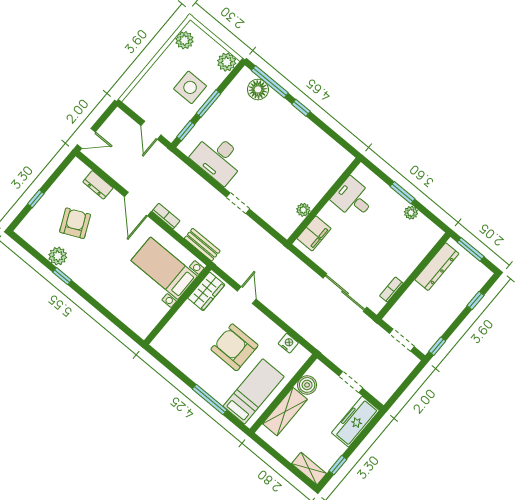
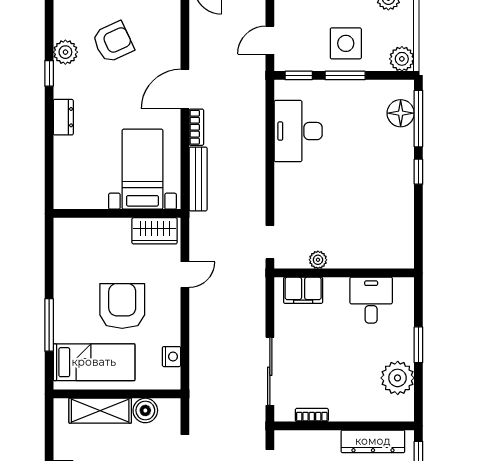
dresser: (98, 185) -> (63, 117), moved, turned 180
doorway: (238, 203) -> (270, 242), moved
plant: (411, 213) -> (398, 378), width x1.88, depth x1.88
bench: (202, 245) -> (198, 179), width x1.36

